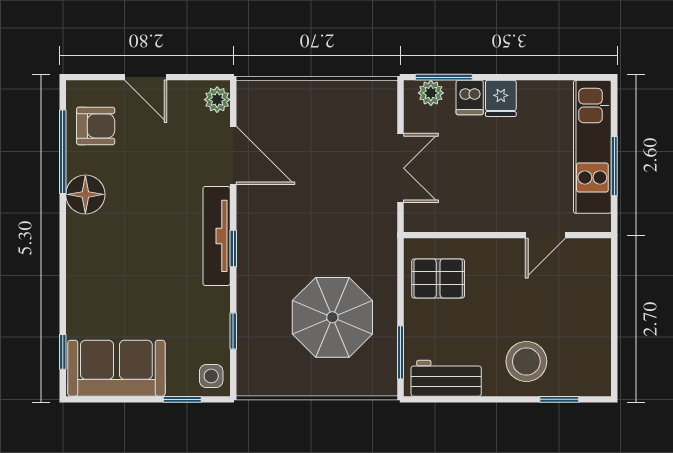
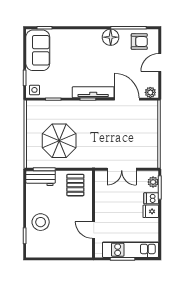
armchair: (96, 126) -> (139, 42), turned -90
door: (233, 156) -> (127, 99), swing flipped
workbench: (446, 378) -> (41, 178), moved, turned 90

